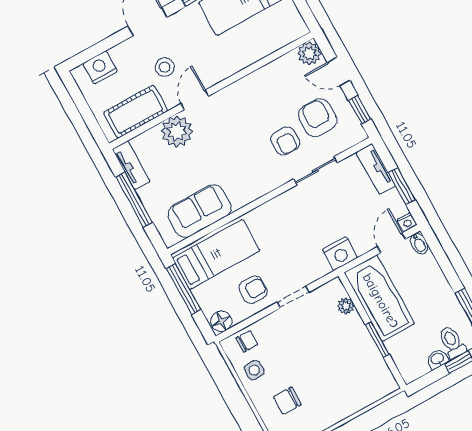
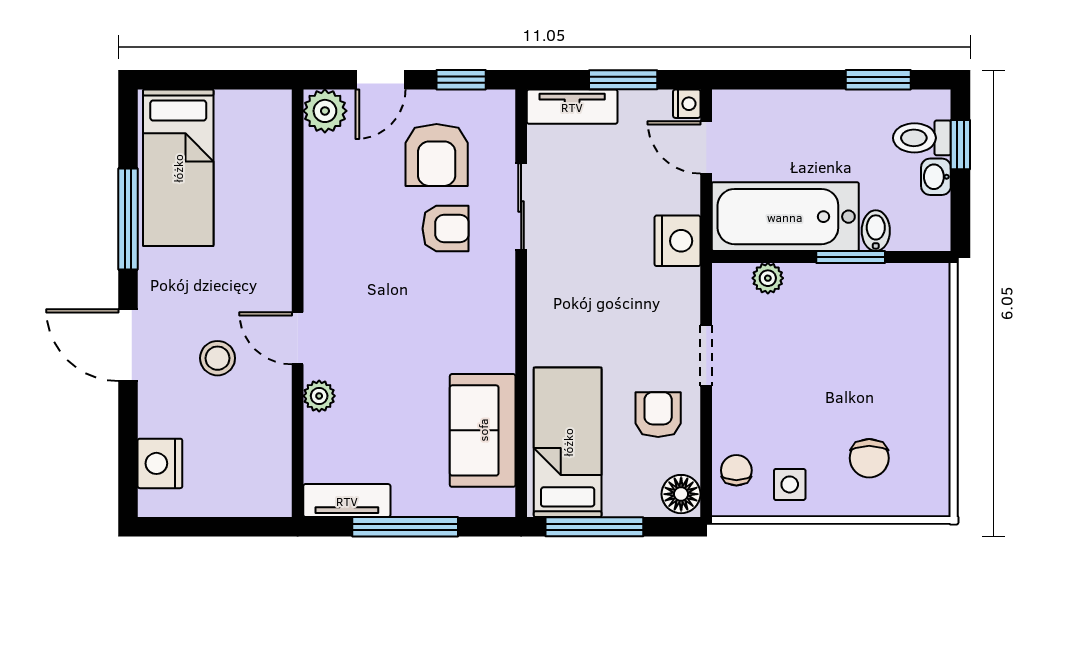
cot: (136, 112) -> (264, 445), removed
armchair: (318, 118) -> (437, 155), turned -90
plant: (177, 131) -> (319, 396), width x0.53, depth x0.53
bidet: (419, 244) -> (876, 231), moved, turned -90

